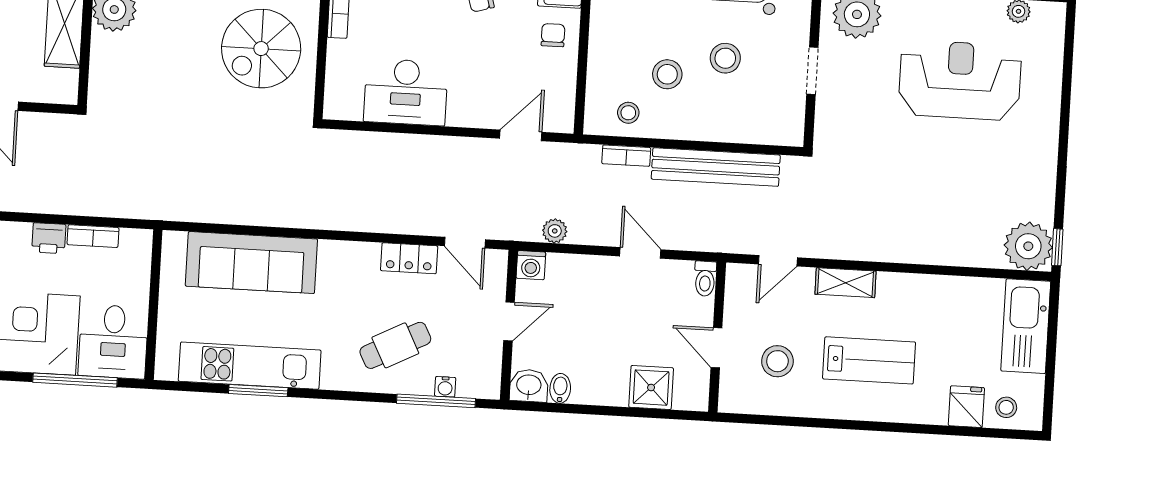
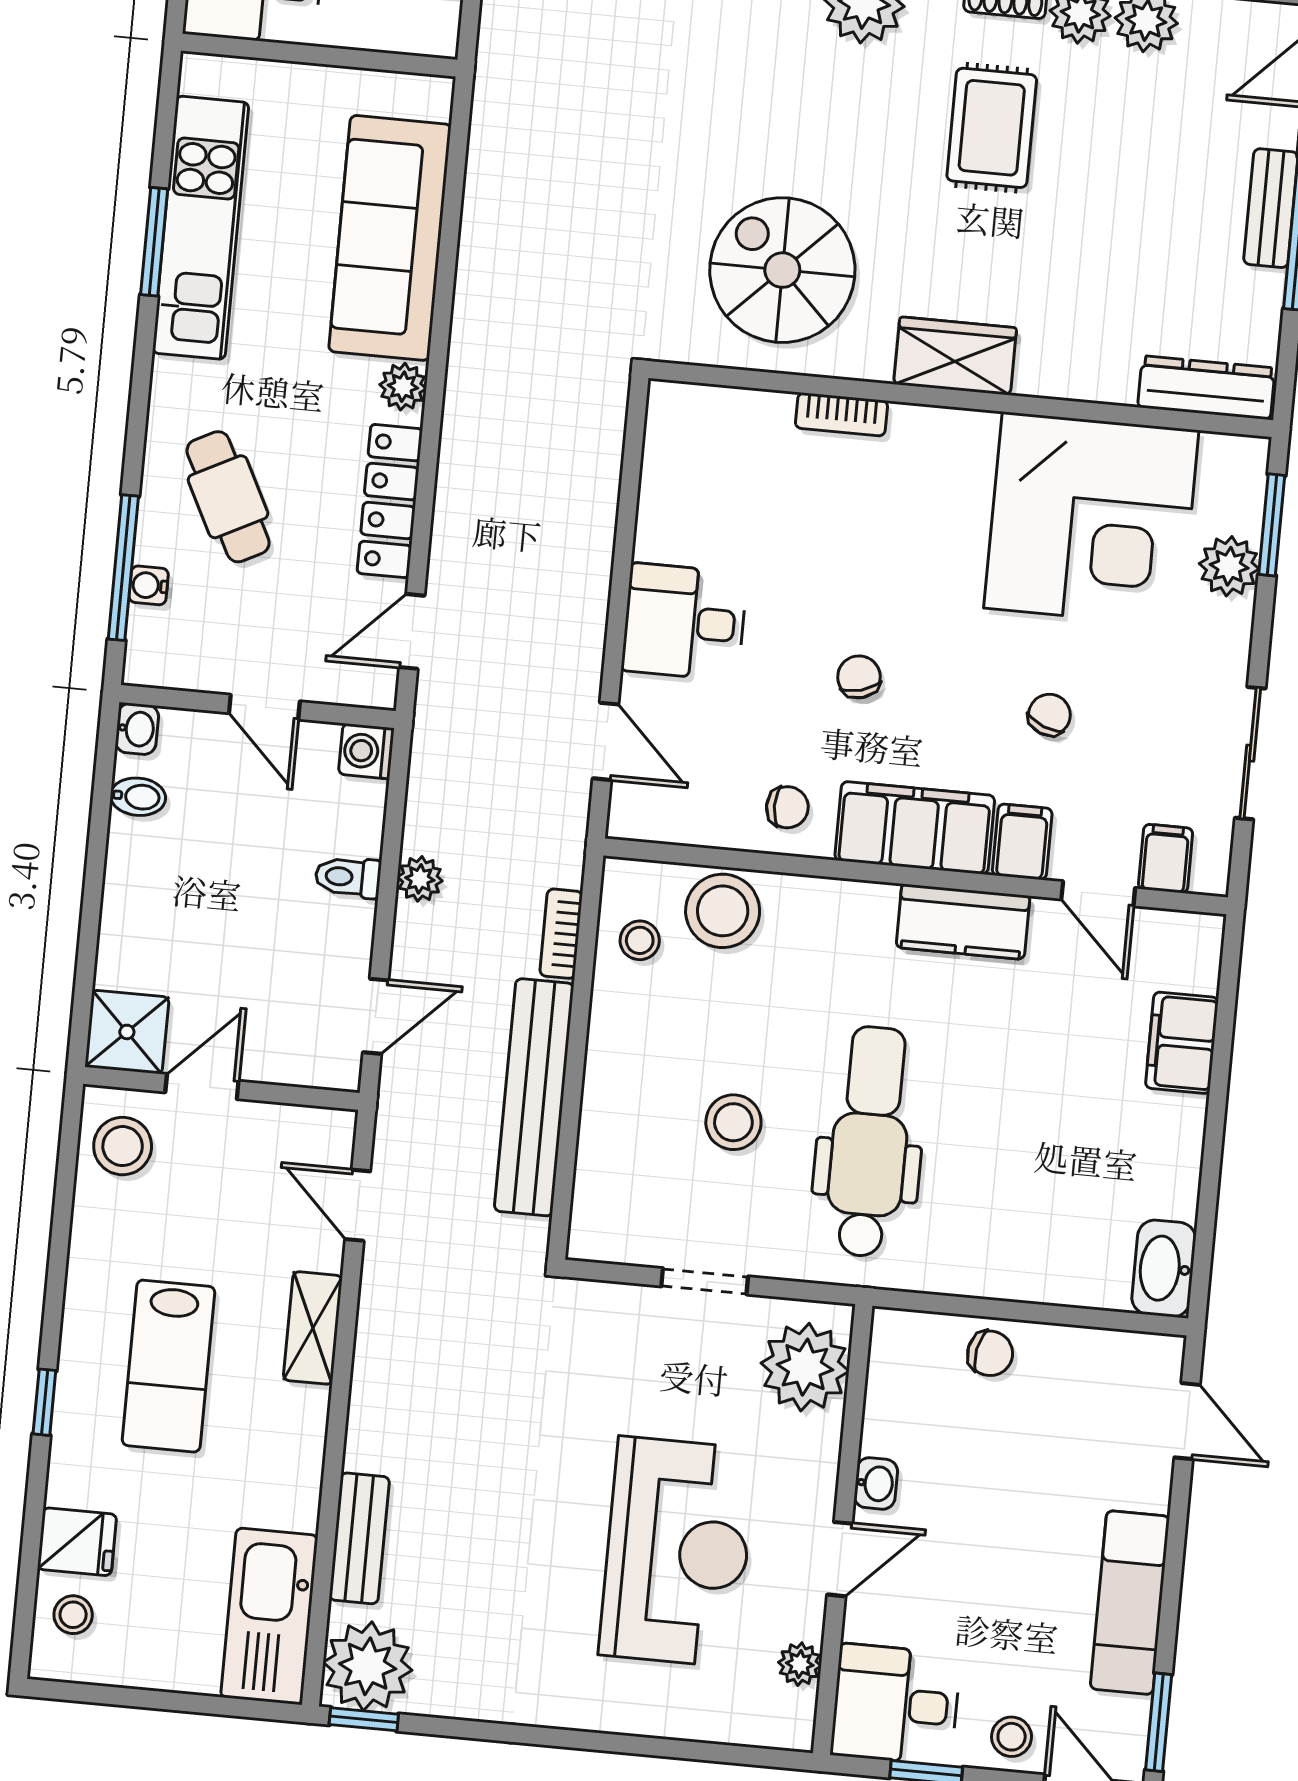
stool: (667, 74) -> (723, 911), moved, width x1.38, depth x1.38
desk: (406, 92) -> (684, 622), moved, width x0.73
plant: (555, 231) -> (420, 879), moved
plant: (332, 252) -> (403, 387), added
door: (640, 253) -> (376, 1016), moved
bench: (959, 253) -> (359, 1538), added
locker: (409, 258) -> (390, 501), width x1.53
toilet: (705, 279) -> (348, 877), moved
kitchen sink: (1026, 326) -> (269, 1616), moved, turned -90
stool: (777, 361) -> (123, 1146), moved
washbasin: (529, 386) -> (137, 729), width x0.72, depth x0.69
shower: (651, 388) -> (127, 1032), moved
window: (891, 427) -> (44, 1402), added

